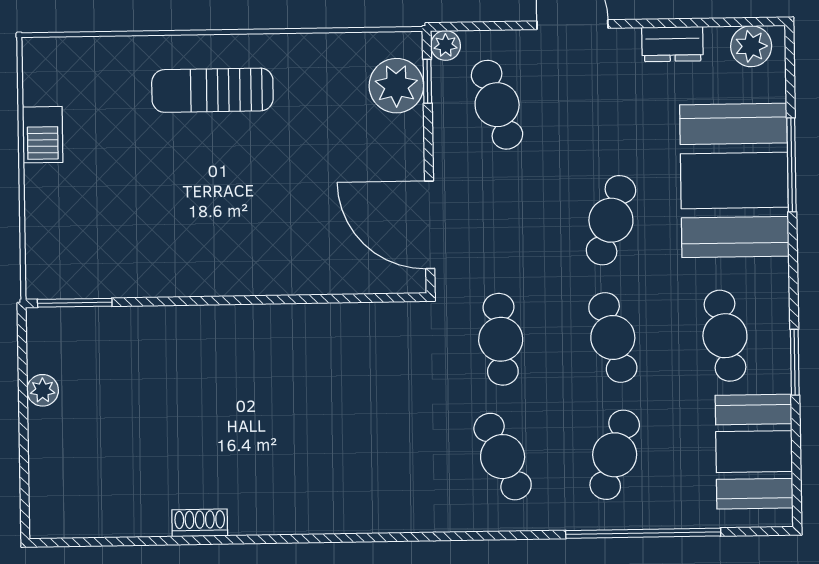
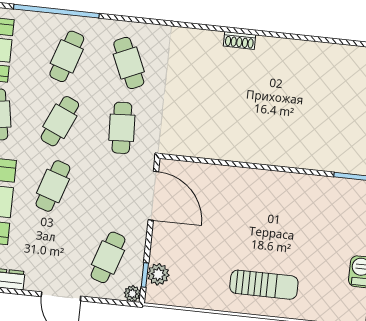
plant: (396, 86) -> (158, 274), width x0.73, depth x0.73
cafe table: (497, 105) -> (108, 257), turned 36
cafe table: (613, 337) -> (60, 121), turned 39
shoe rack: (200, 523) -> (240, 40), moved

